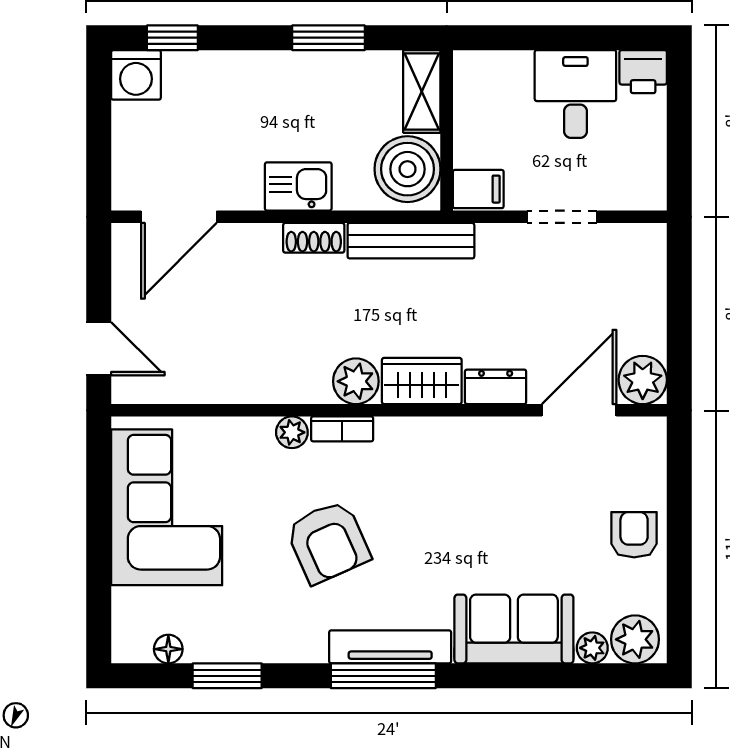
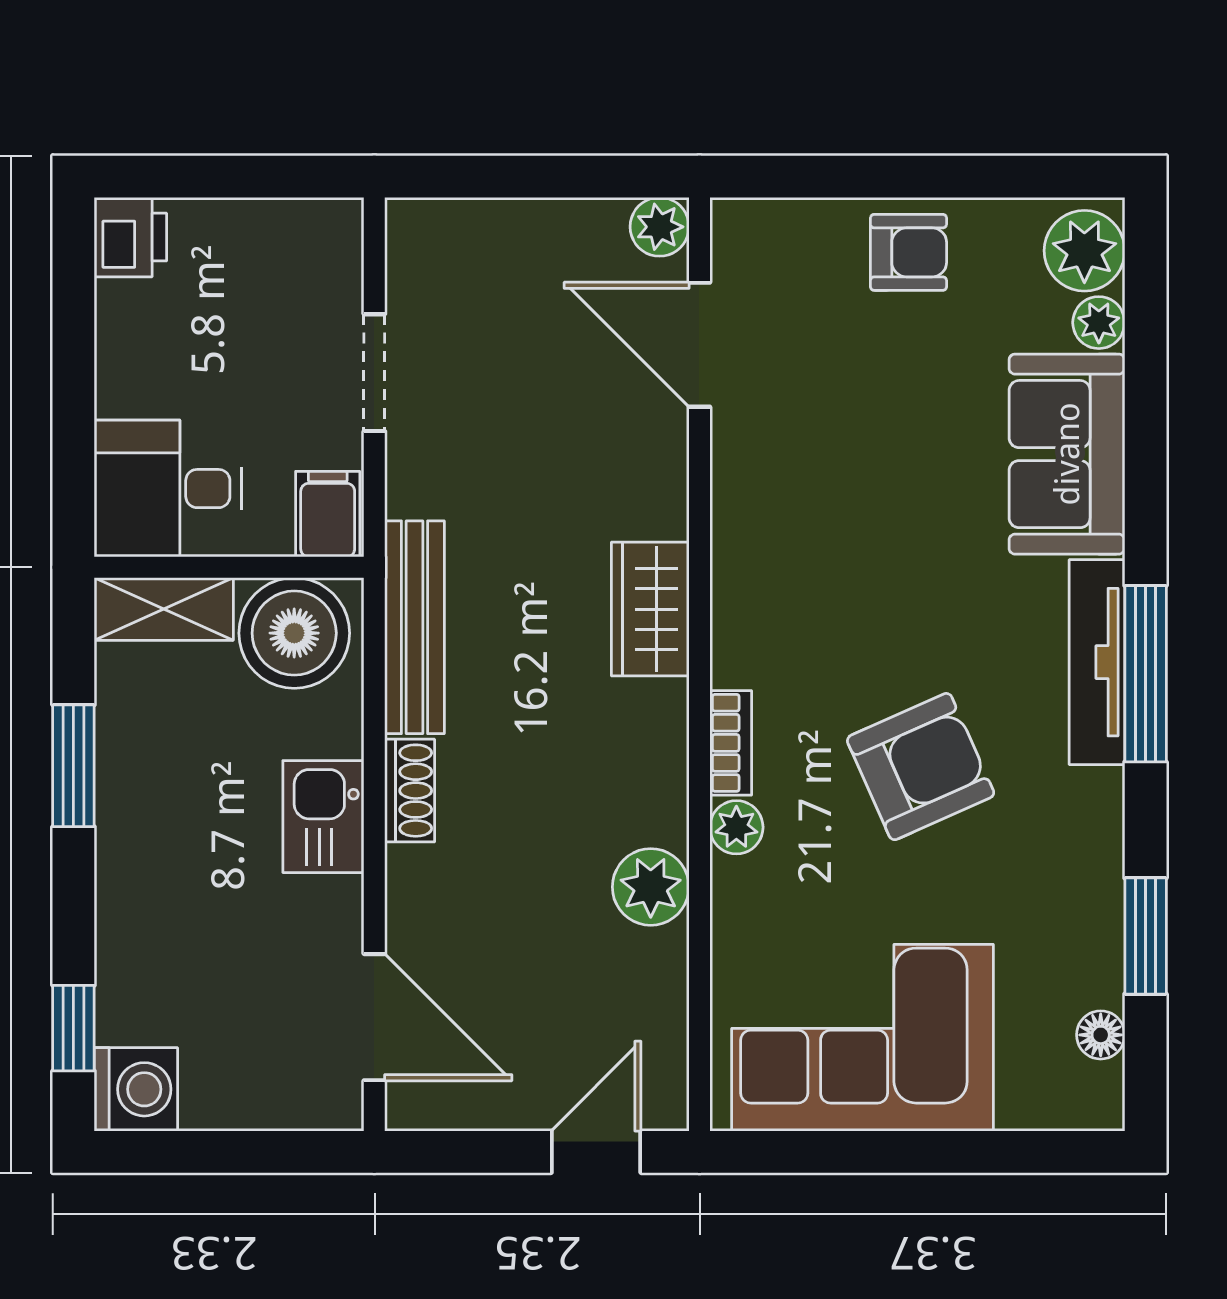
desk: (575, 94) -> (168, 489), moved
plant: (643, 380) -> (660, 227), width x0.73, depth x0.73
plant: (356, 381) -> (651, 887), moved
dresser: (496, 387) -> (660, 485), removed
armchair: (634, 535) -> (909, 252), turned 180

